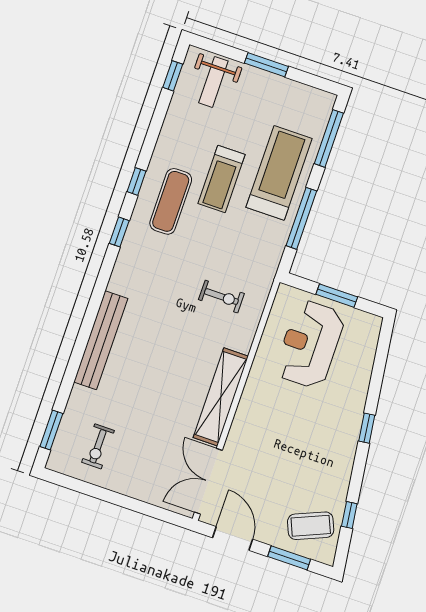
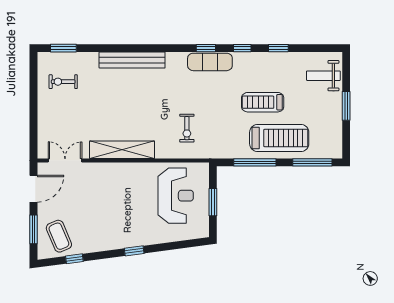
window: (173, 76) -> (278, 48), moved
exercise mat: (171, 201) -> (210, 62), moved
reception desk: (310, 344) -> (176, 196), turned 90
double door: (208, 481) -> (65, 160), width x0.73

